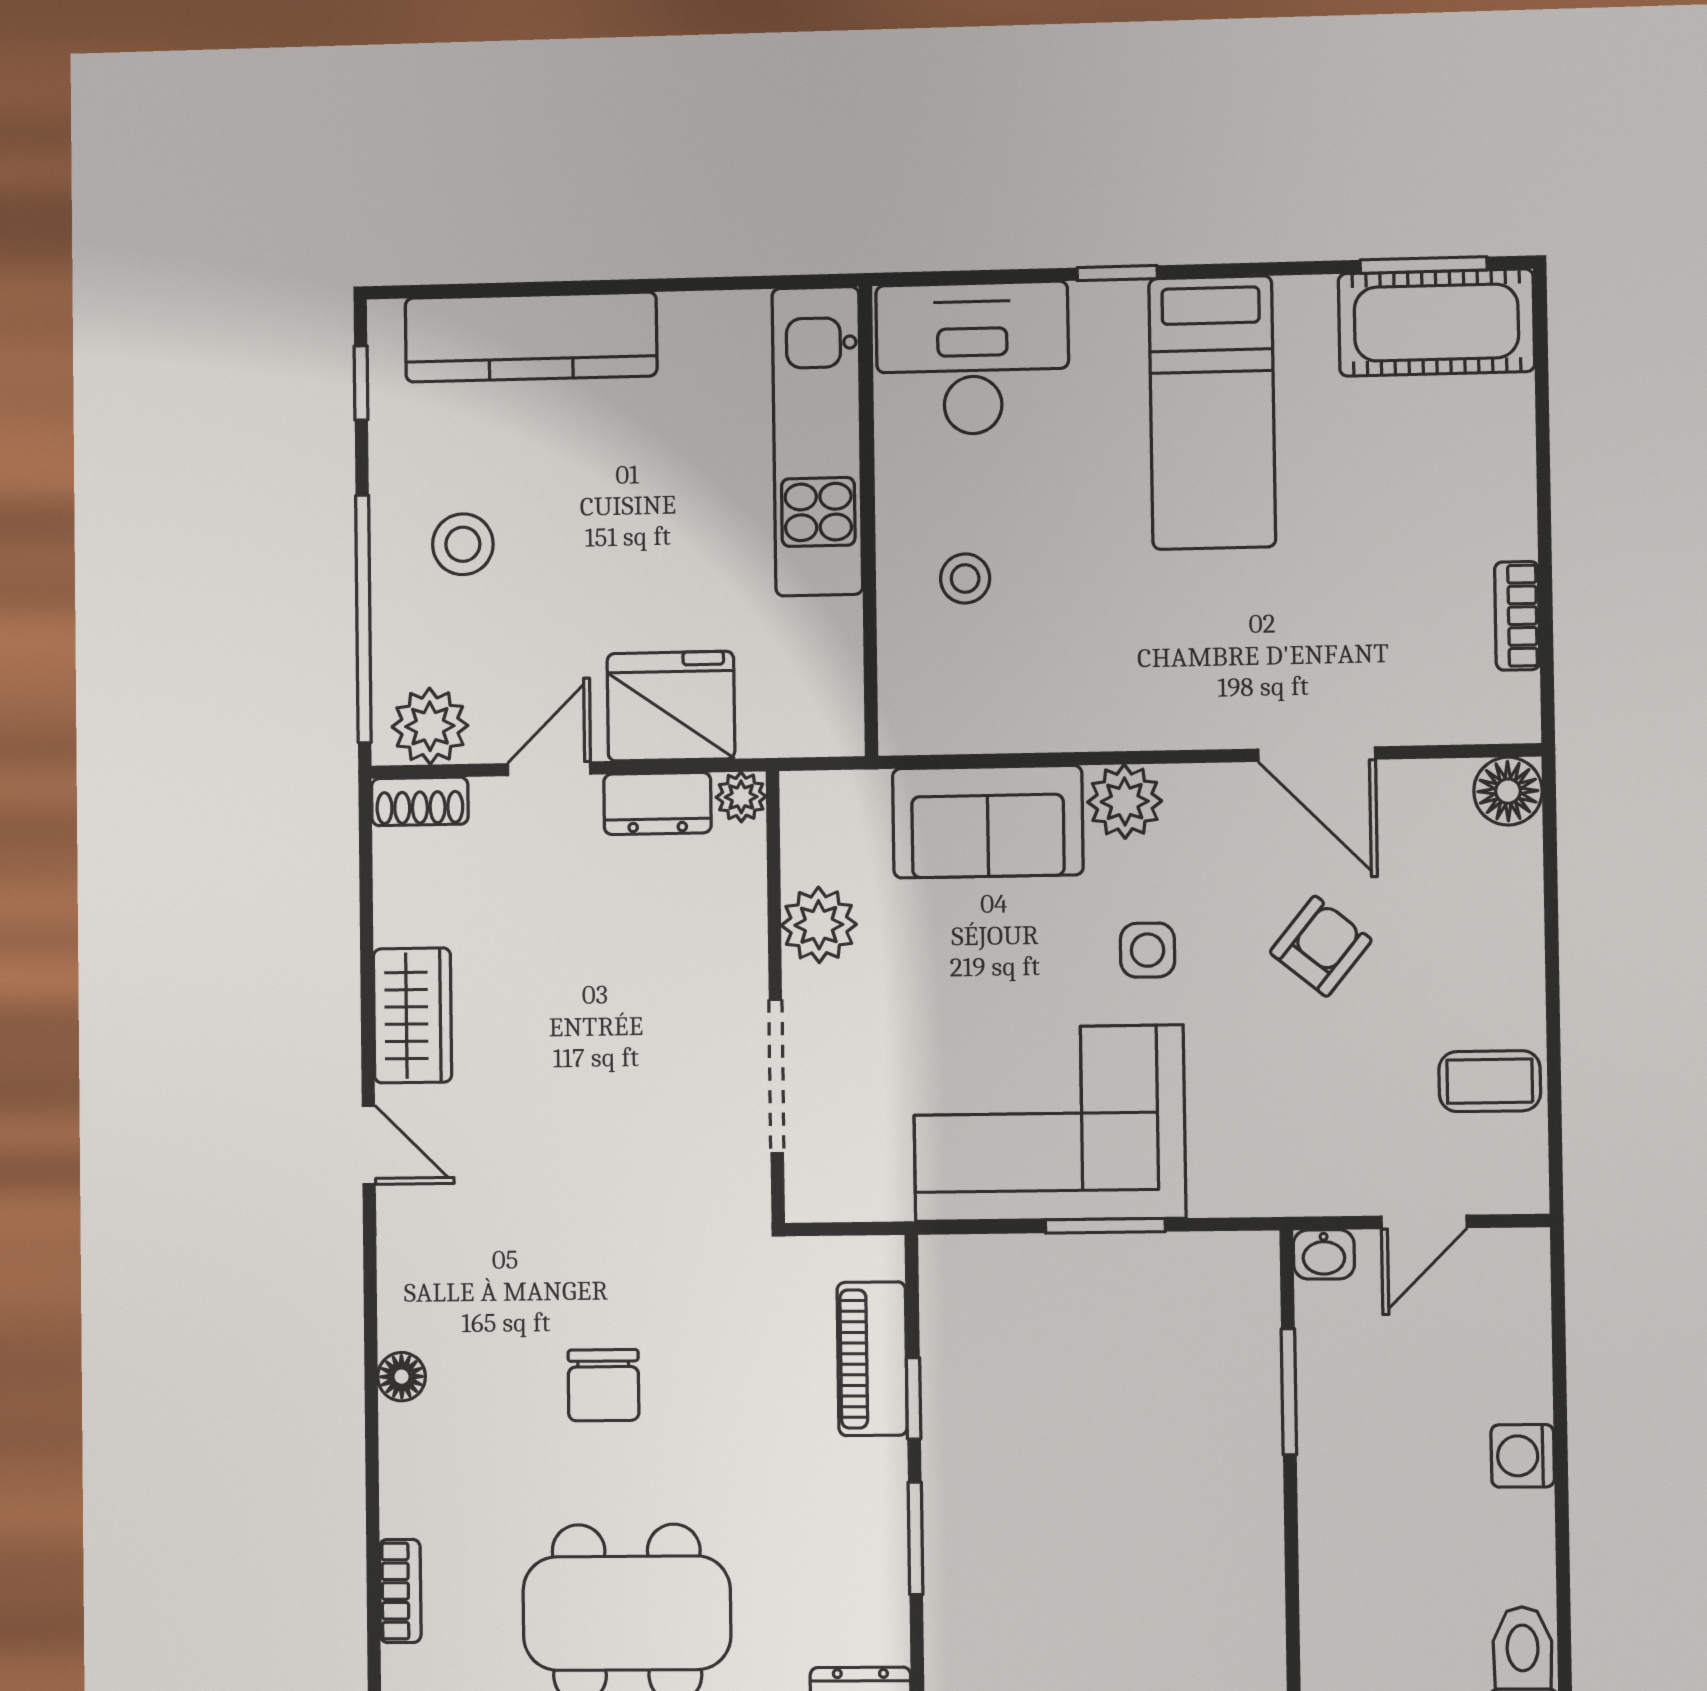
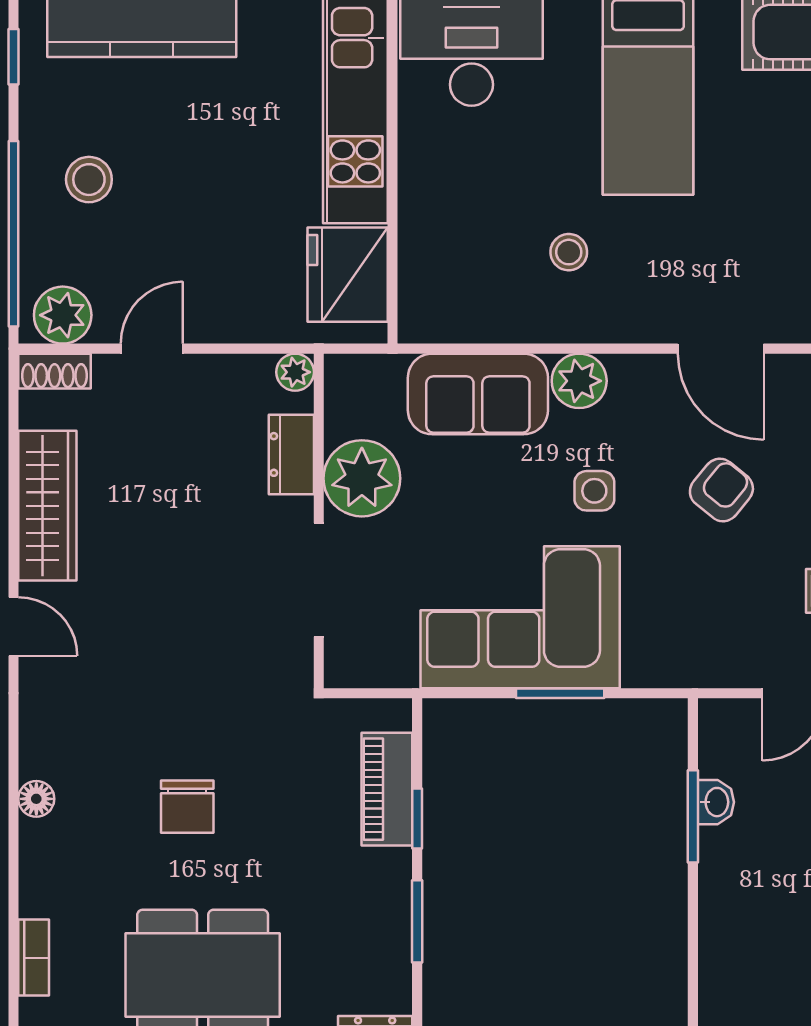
stool: (965, 578) -> (569, 252), moved
fridge: (671, 706) -> (348, 275), moved, turned -90
dresser: (657, 804) -> (291, 454), moved, turned 90
plant: (819, 925) -> (362, 478), width x1.36, depth x1.36
wardrobe: (413, 1015) -> (47, 506), width x1.50
washbasin: (1324, 1254) -> (716, 802), moved, turned -90

